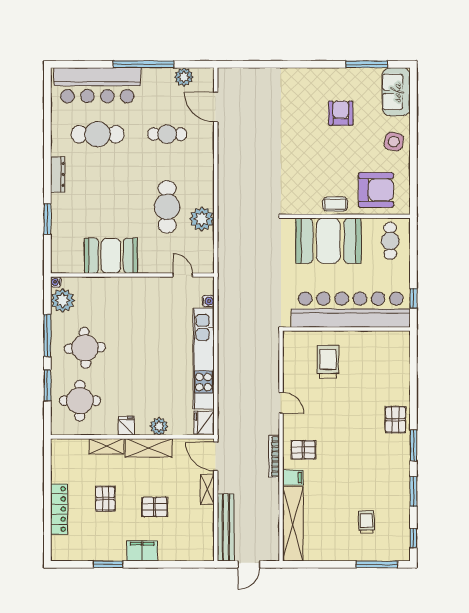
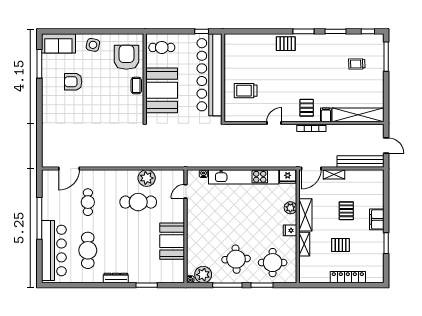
plant: (184, 77) -> (48, 190), removed

